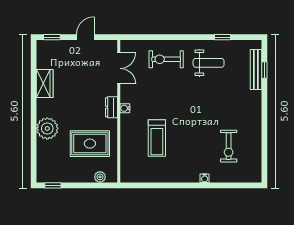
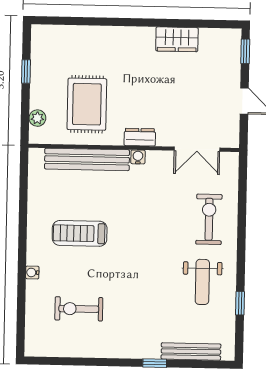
window: (264, 70) -> (155, 363), moved
plant: (47, 128) -> (111, 42), removed
treadmill: (157, 138) -> (80, 233), moved
bench: (127, 143) -> (87, 159), added
window: (53, 185) -> (26, 71), moved

